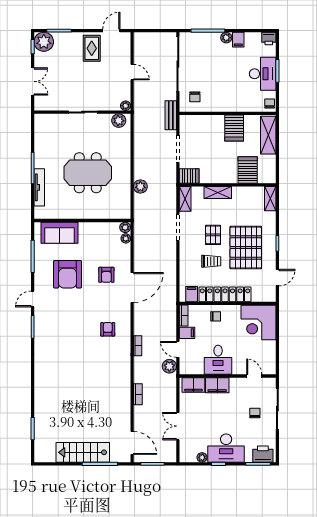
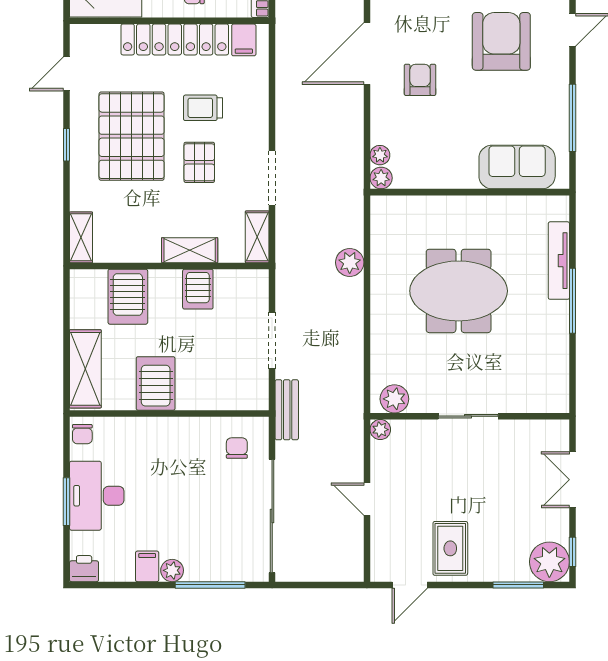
server rack: (189, 176) -> (198, 289), moved, turned -90
armchair: (68, 274) -> (501, 41), moved

